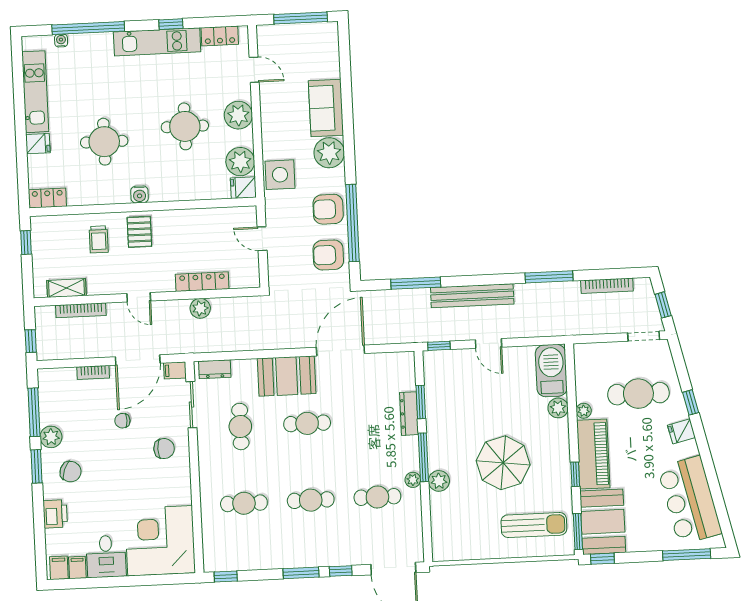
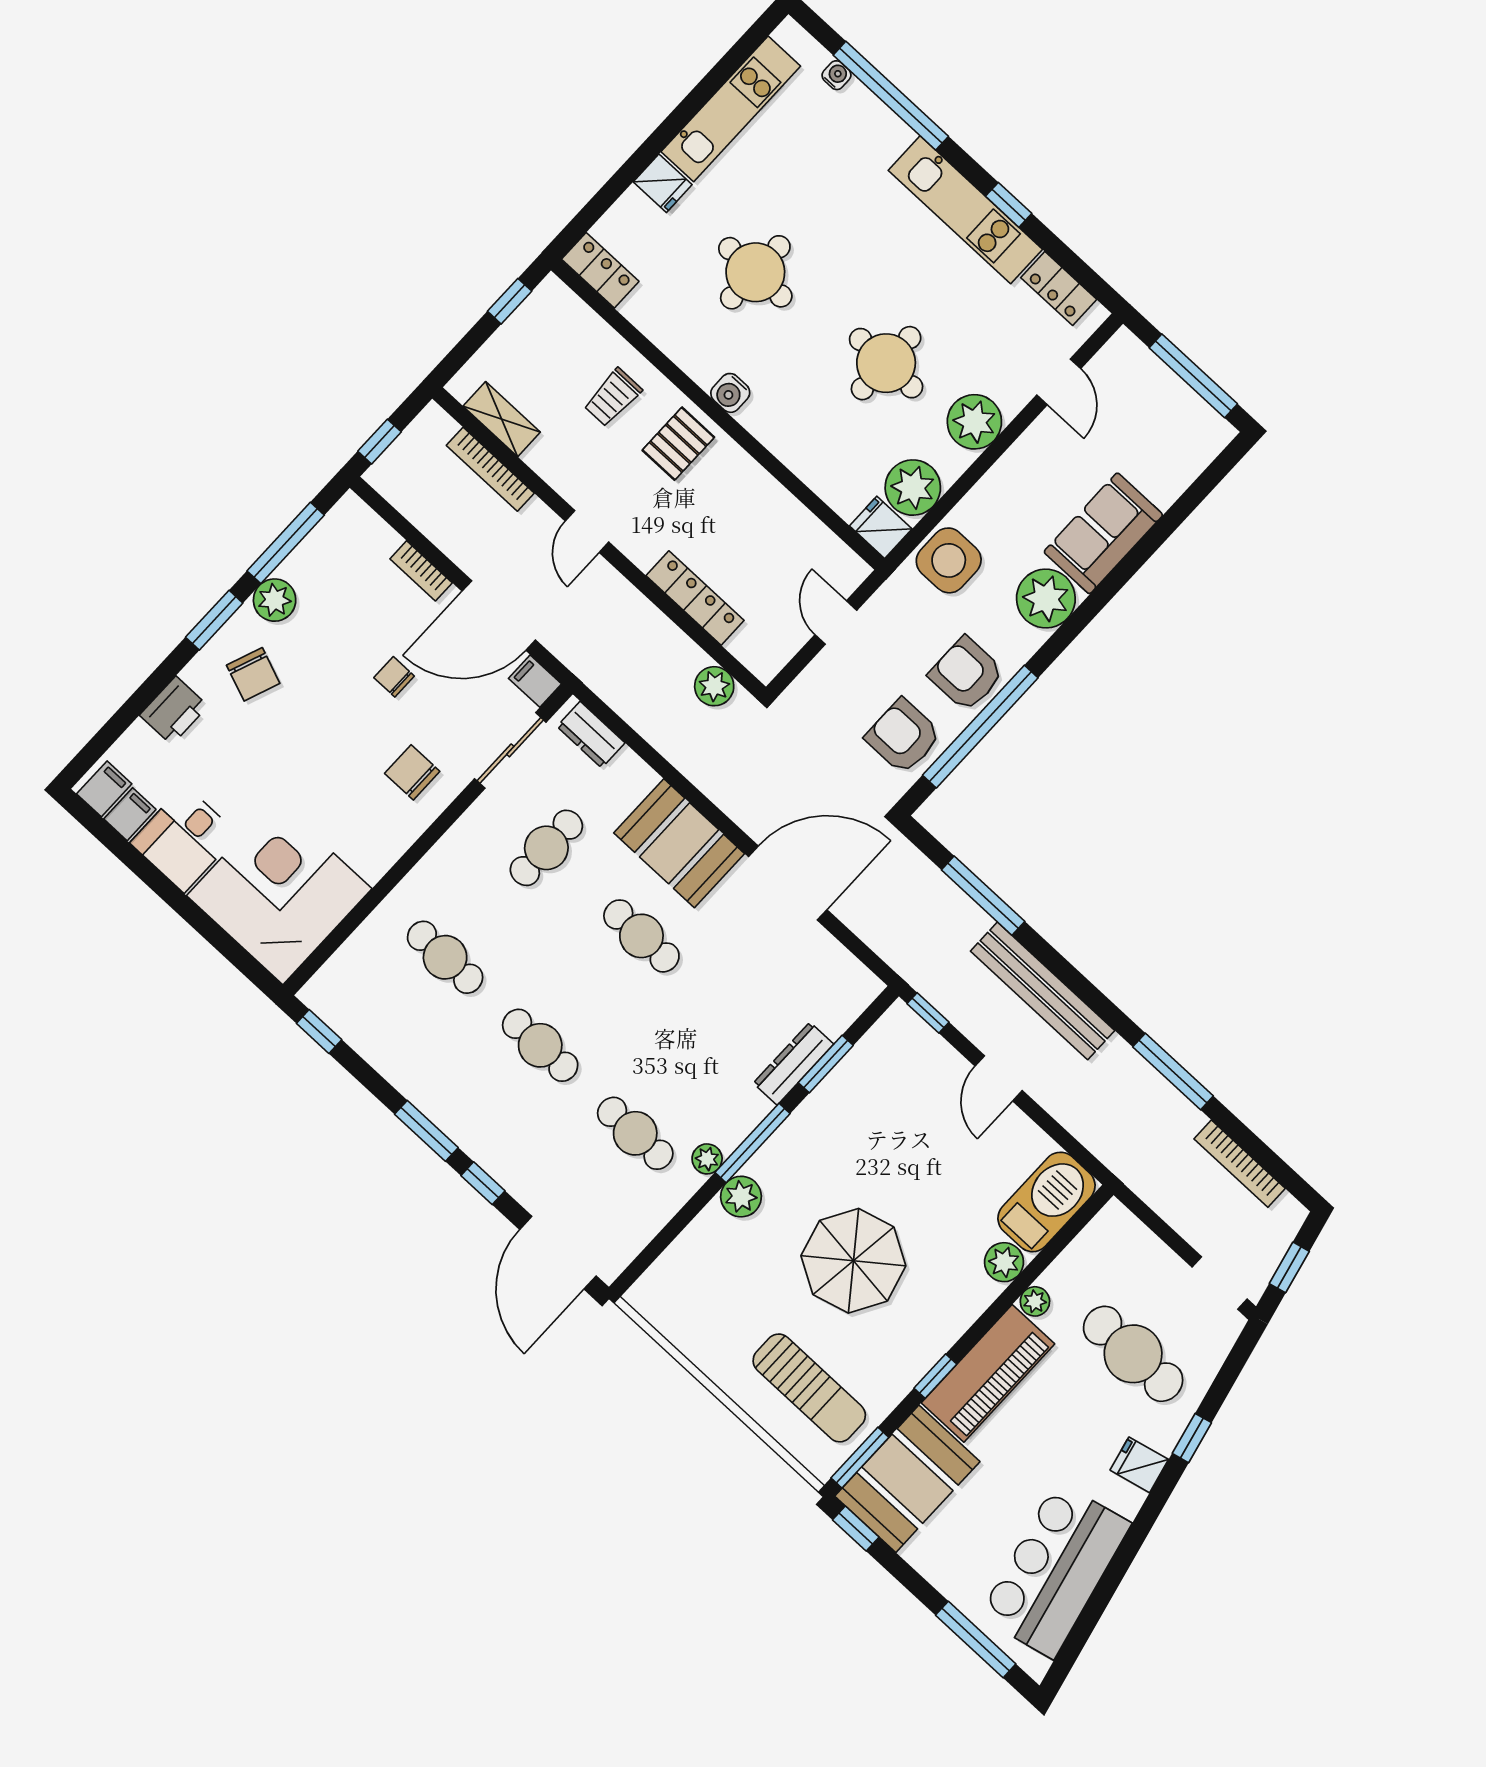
plant: (200, 308) -> (714, 686), moved
chair: (164, 449) -> (412, 772), turned 180

